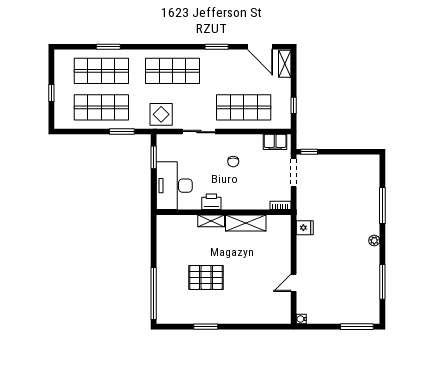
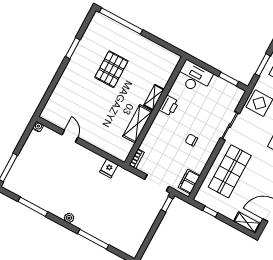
desk: (174, 186) -> (194, 77), width x0.73, depth x0.77

